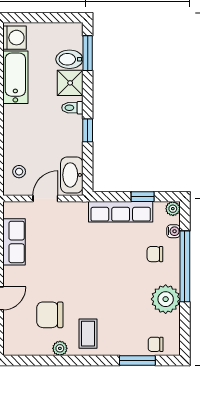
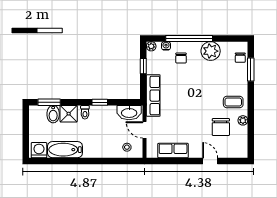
row of seats: (121, 212) -> (153, 96), moved

